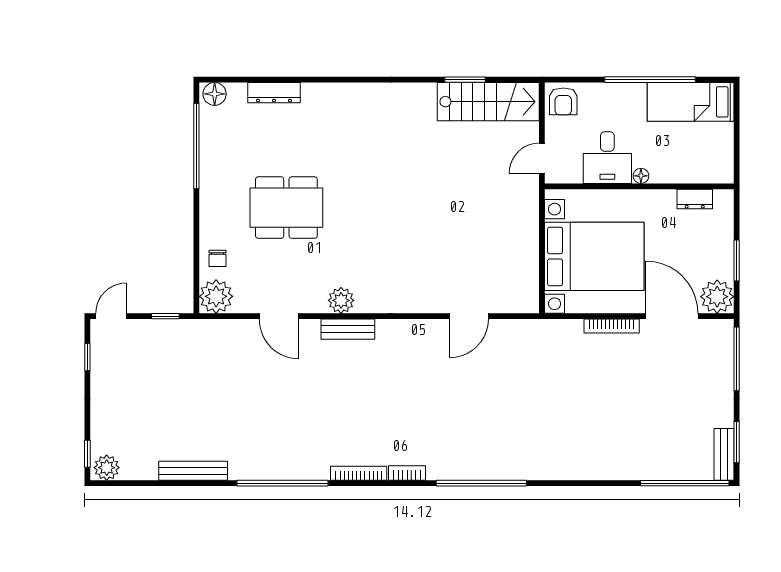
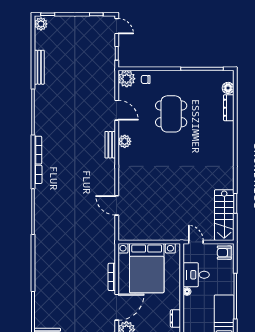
floor lamp: (215, 94) -> (228, 88), moved
door: (279, 316) -> (117, 110), swing flipped

